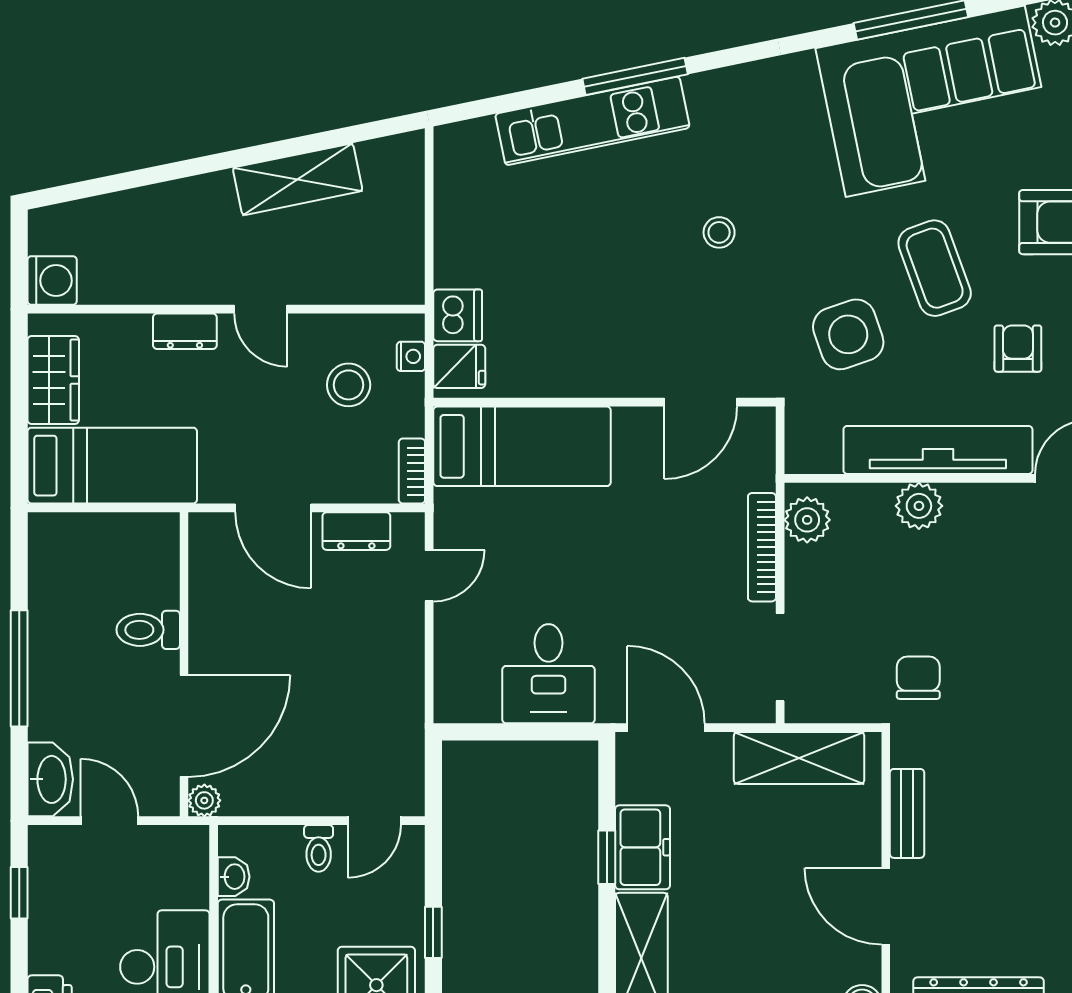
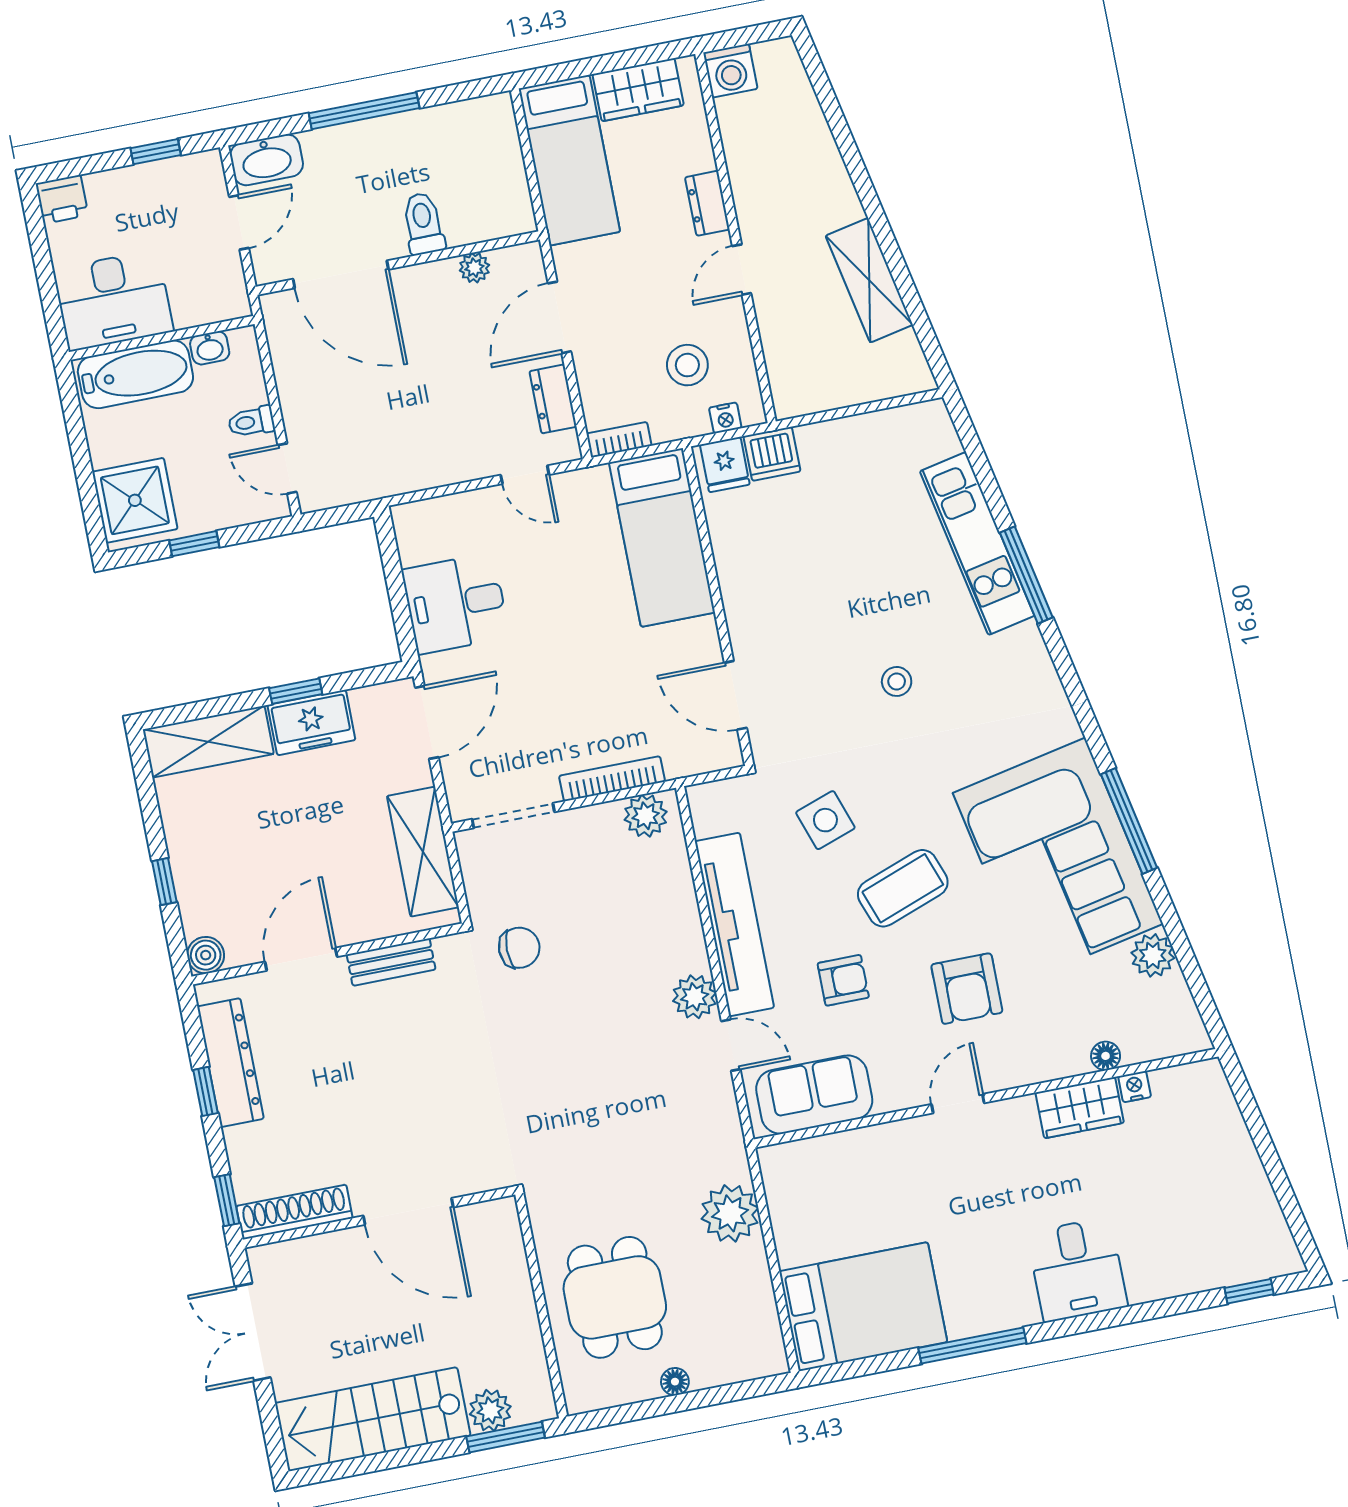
side table: (848, 334) -> (825, 820), width x0.73, depth x0.73
plant: (919, 506) -> (695, 997), moved
plant: (204, 800) -> (474, 268), moved

